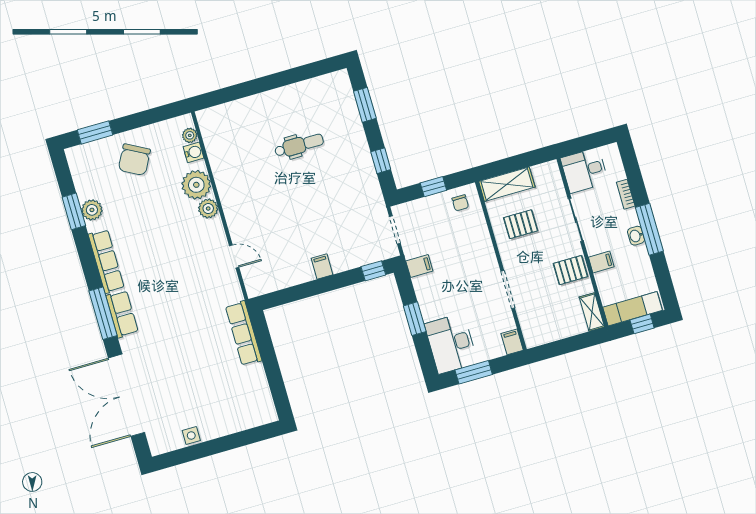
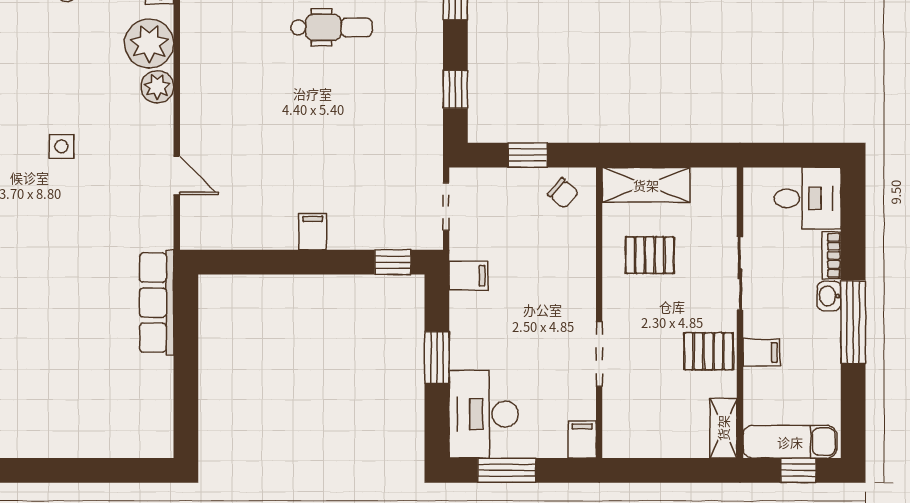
desk: (584, 170) -> (808, 198), moved, turned 180
chair: (460, 203) -> (563, 193), turned -49
washbasin: (636, 236) -> (829, 296), moved
side table: (191, 436) -> (62, 146), moved

